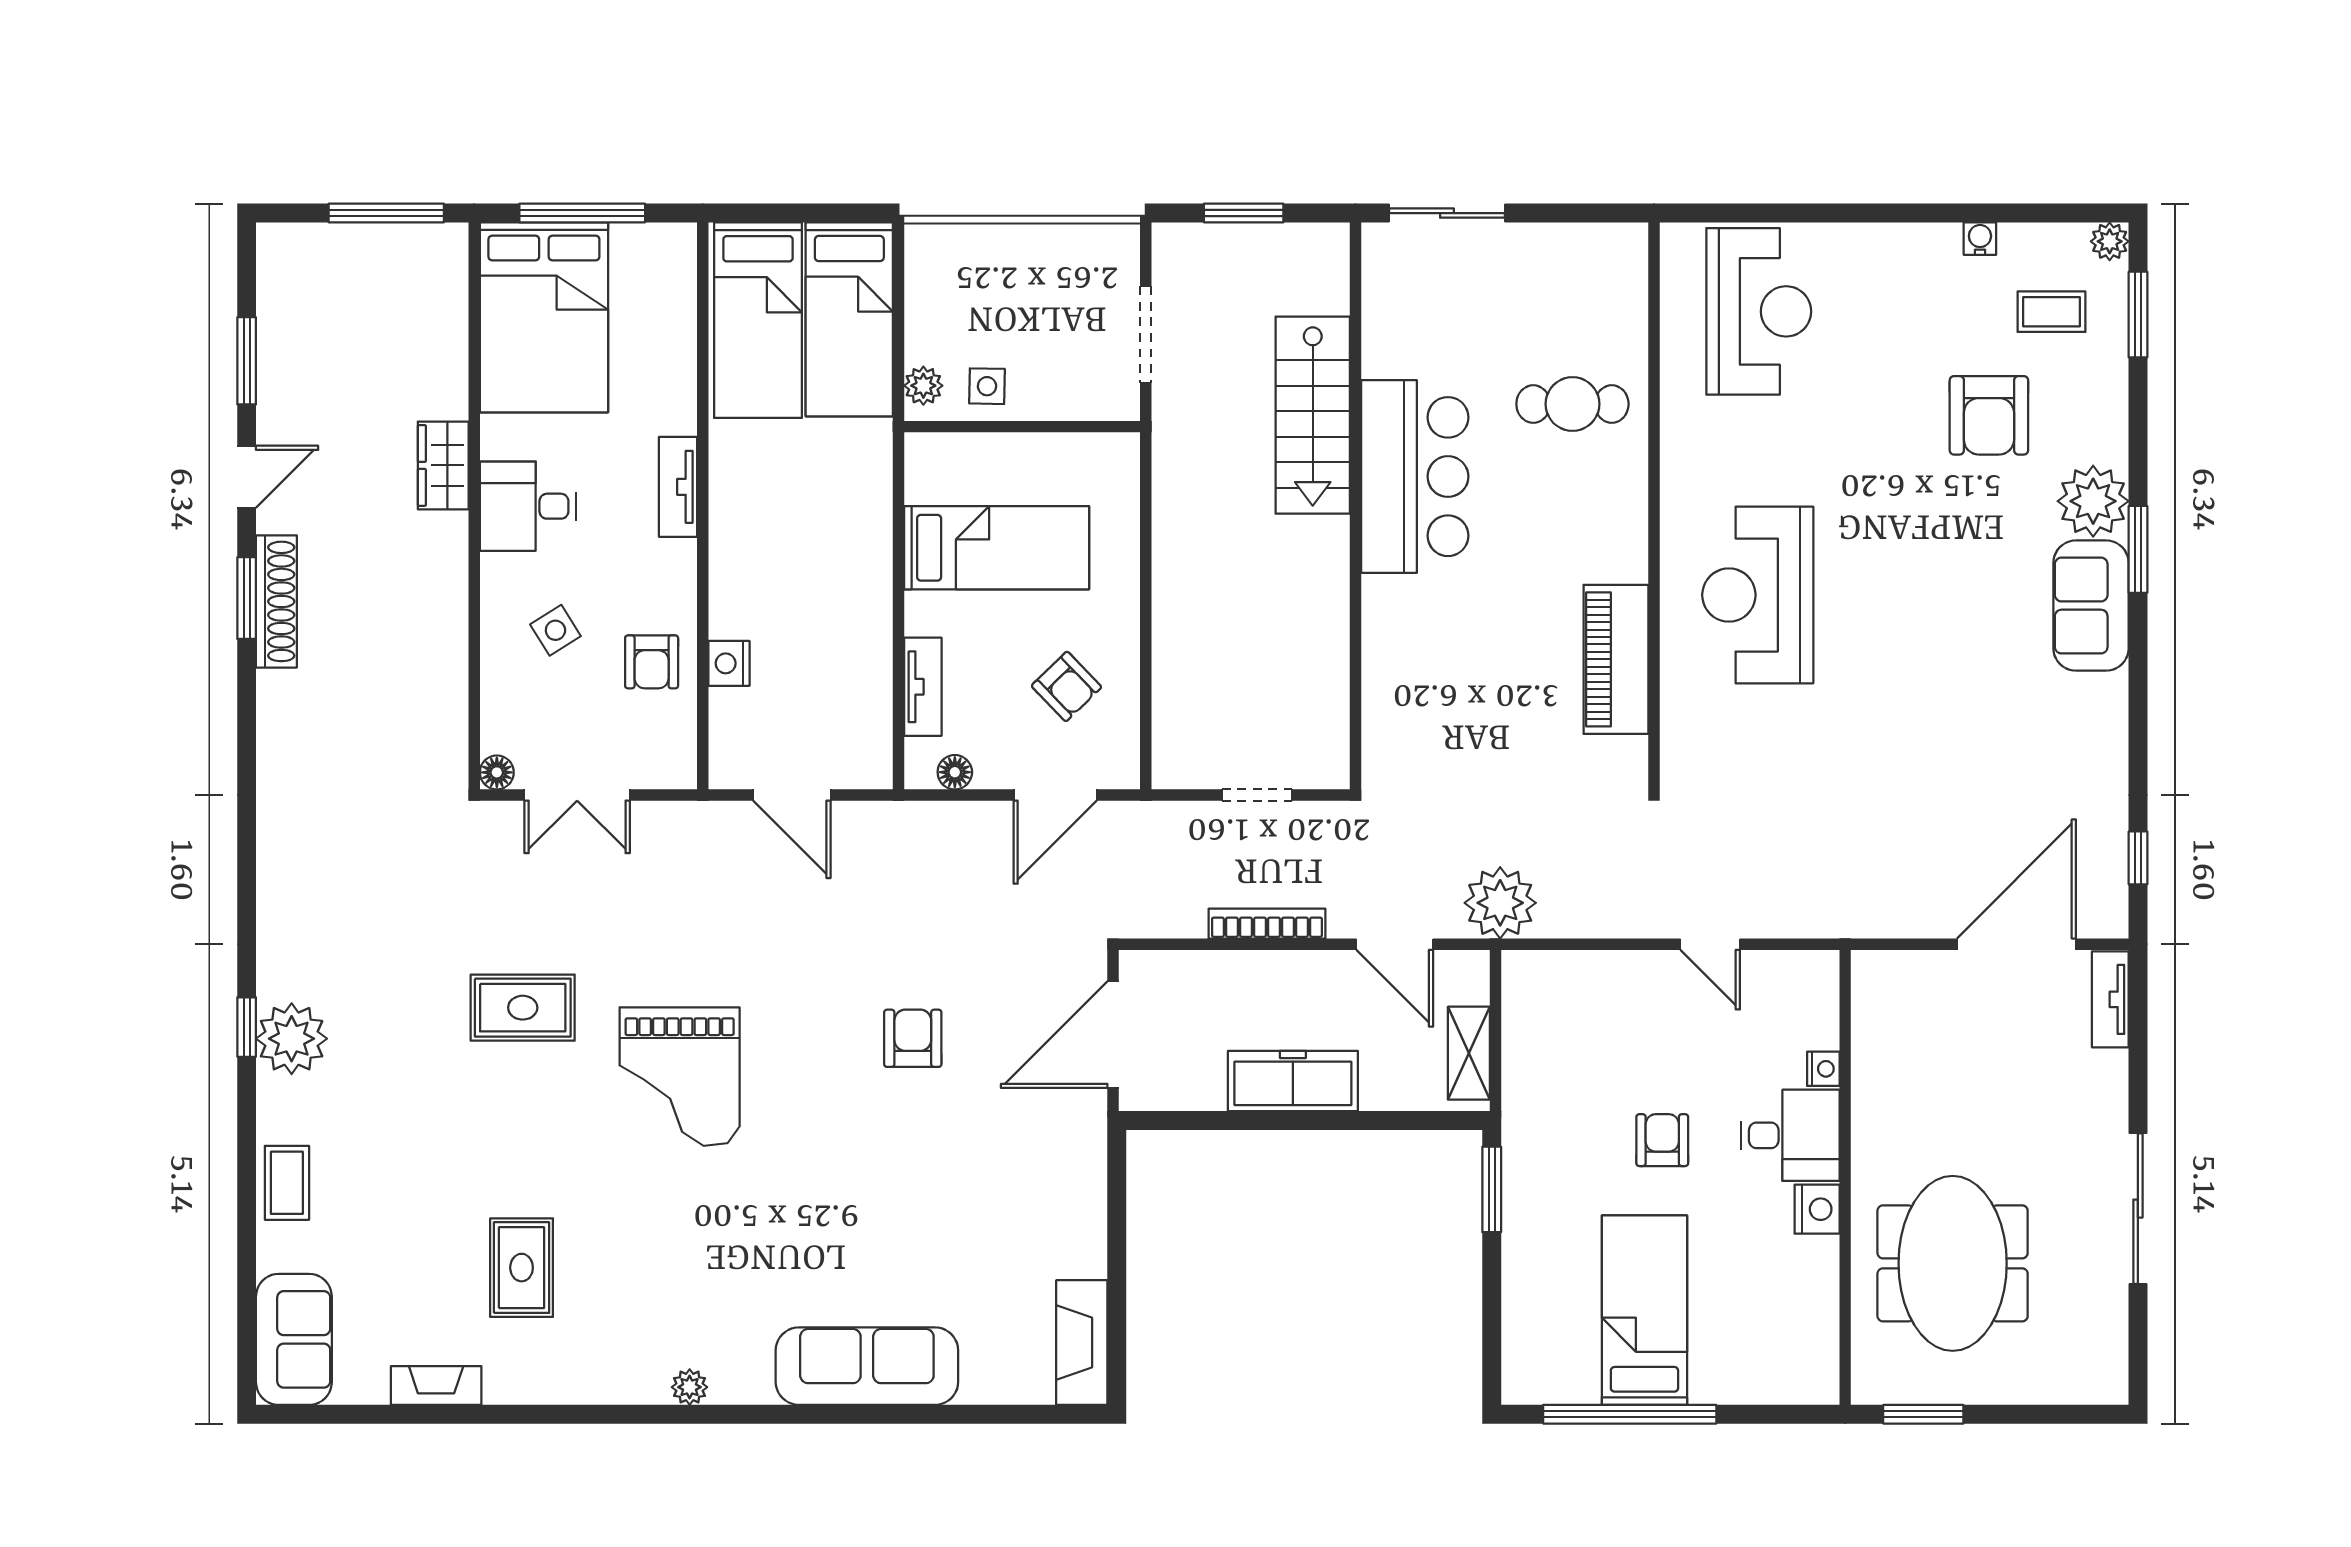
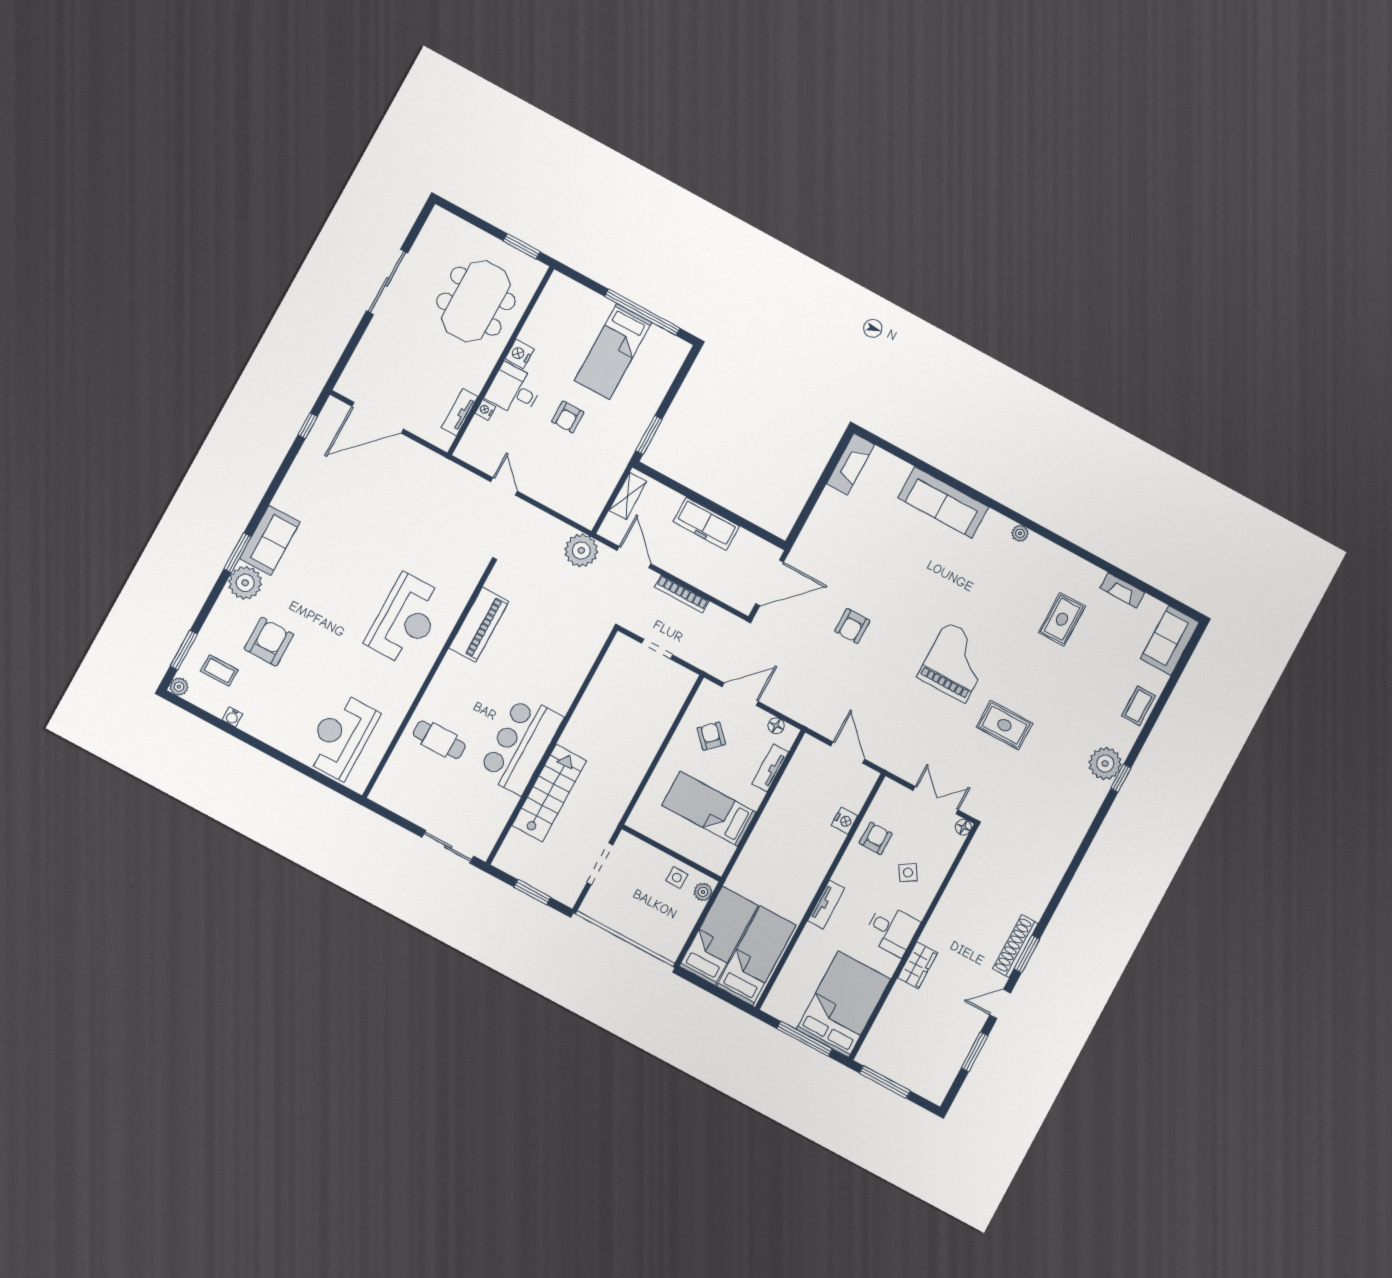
tv unit: (2110, 999) -> (460, 412), moved, turned 180

